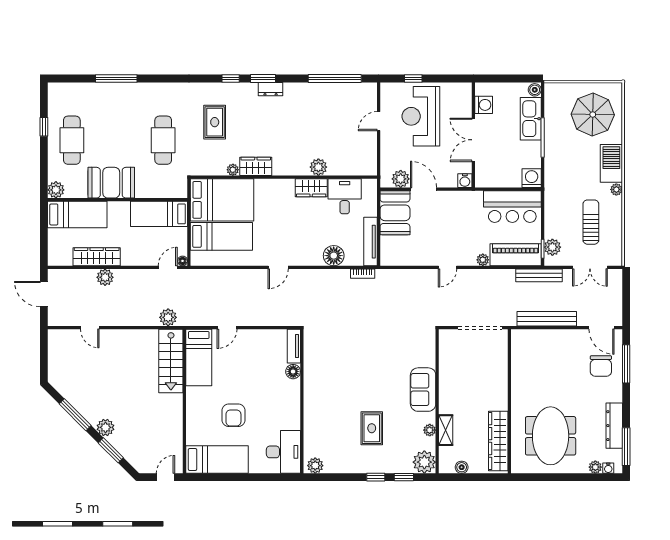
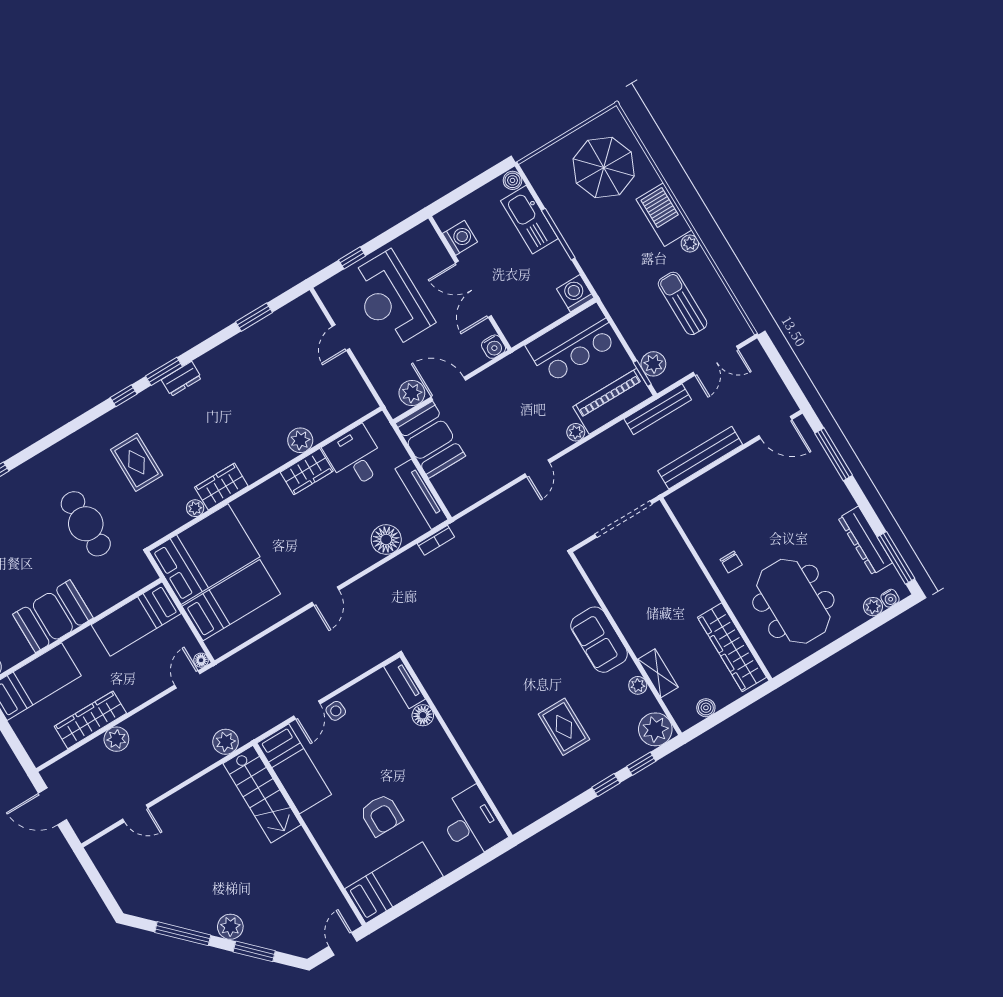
window: (335, 79) -> (254, 317), width x0.47
side table: (244, 338) -> (336, 711), added
chair: (601, 366) -> (731, 562), moved, width x0.54, depth x0.54
plant: (315, 466) -> (522, 816), removed

